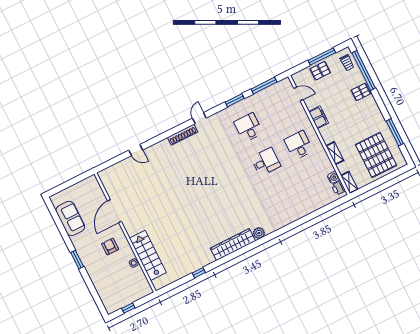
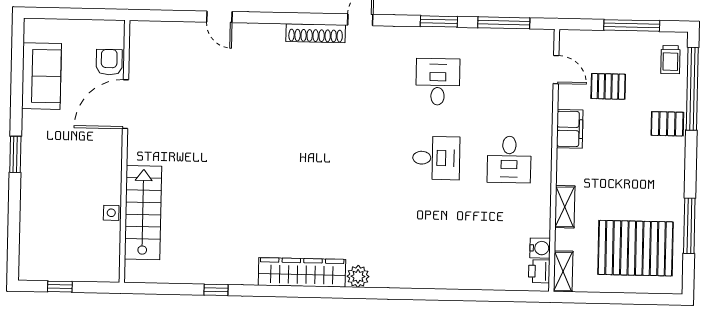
pallet: (320, 71) -> (608, 86), moved
desk: (299, 145) -> (509, 159), turned 180
pallet: (376, 155) -> (635, 248), turned 90
armchair: (110, 246) -> (109, 62), moved

